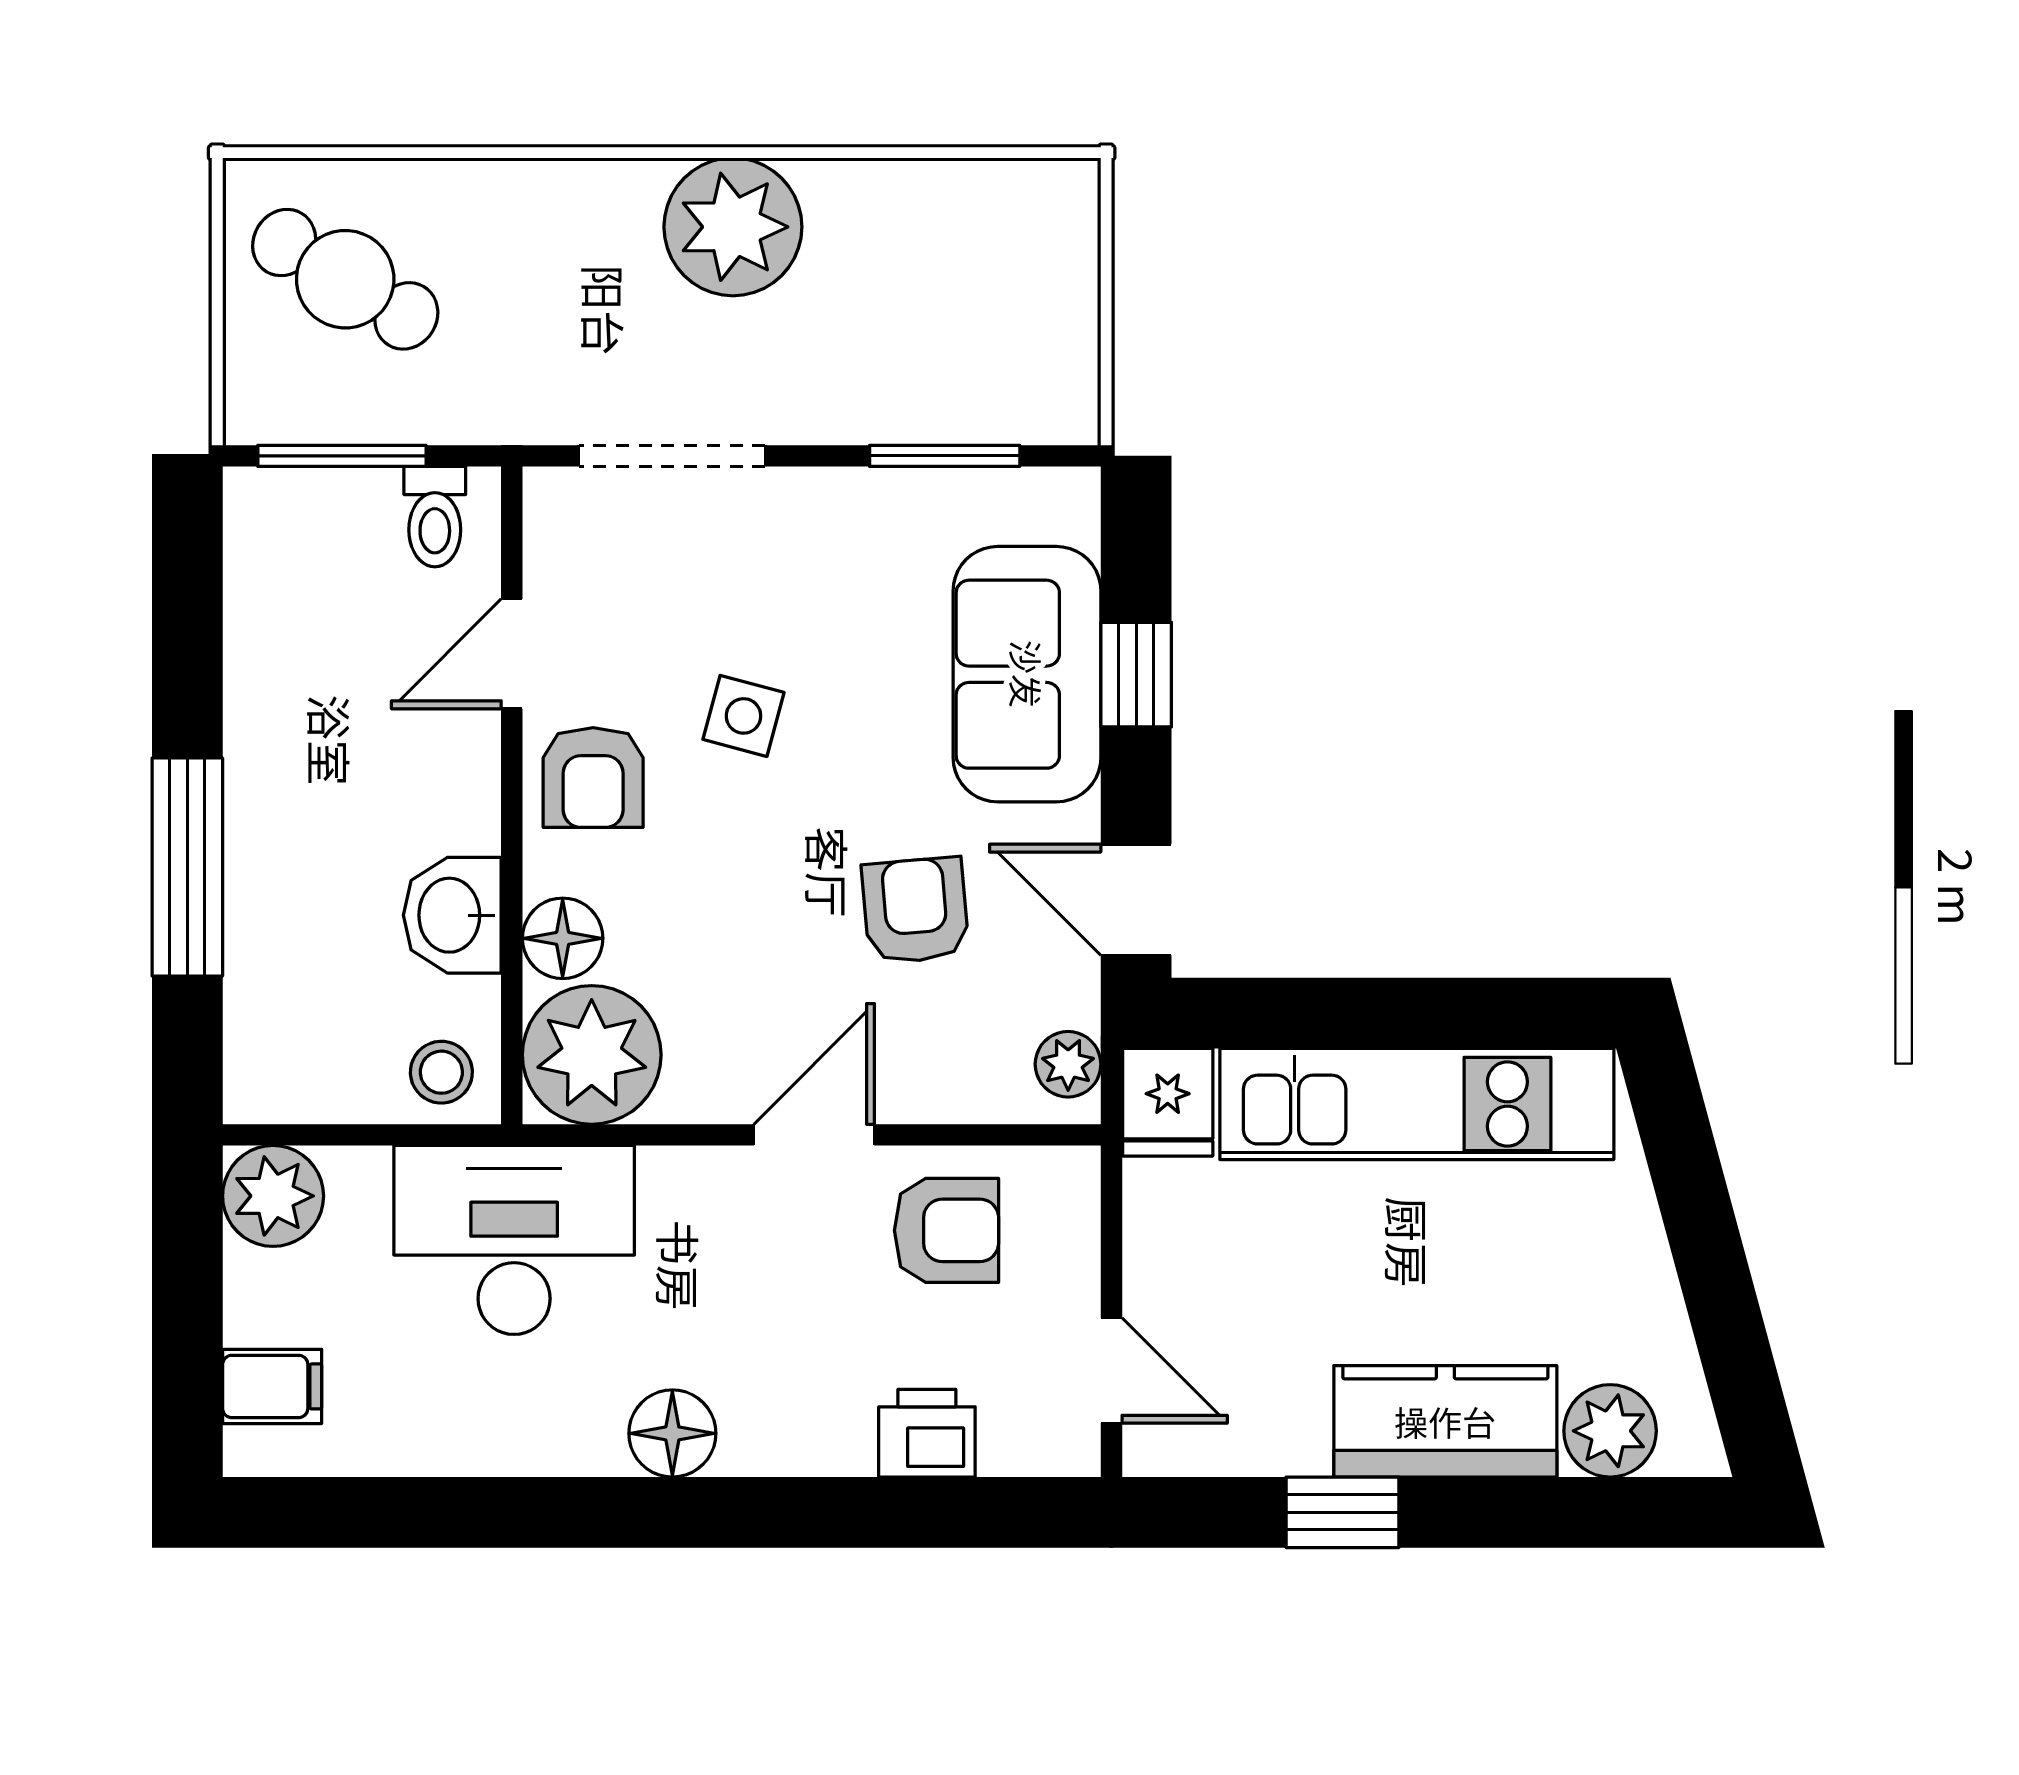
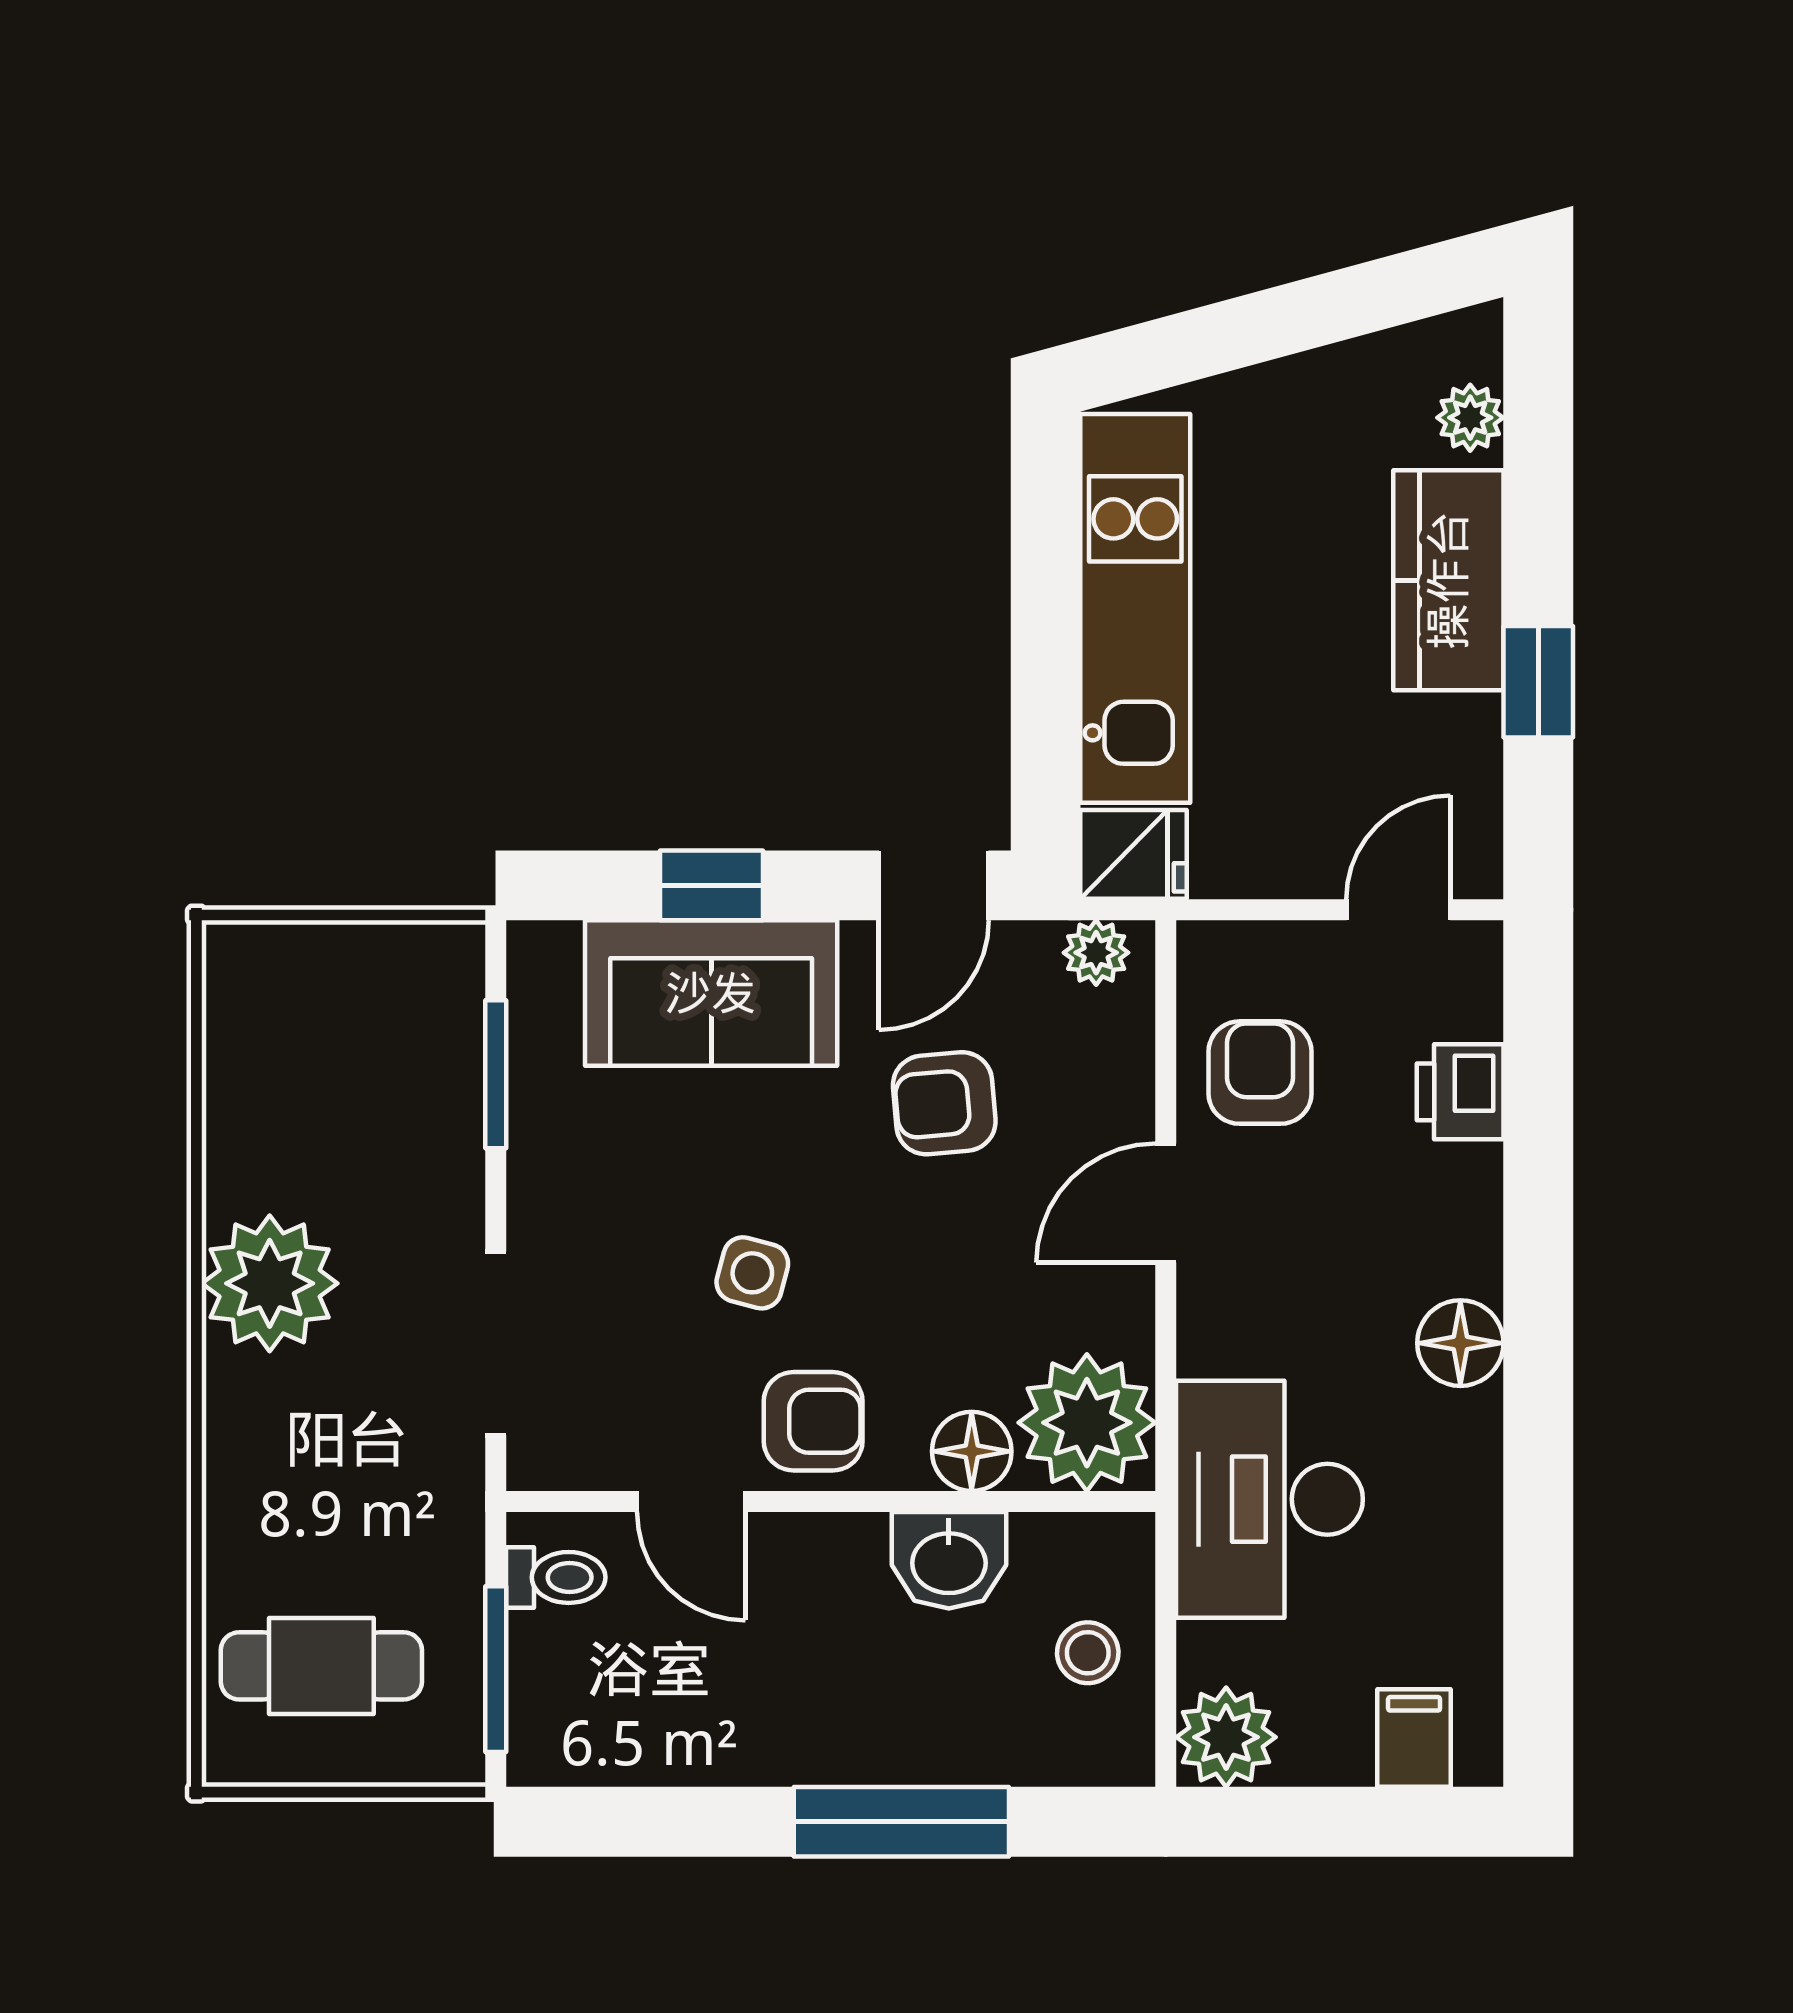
cafe table: (345, 279) -> (321, 1666), turned 59
stool: (441, 1072) -> (1088, 1653), moved
door: (814, 1135) -> (1166, 1203), hinge flipped
plant: (1610, 1431) -> (1470, 418), width x0.73, depth x0.73

